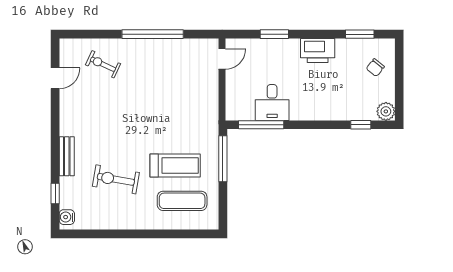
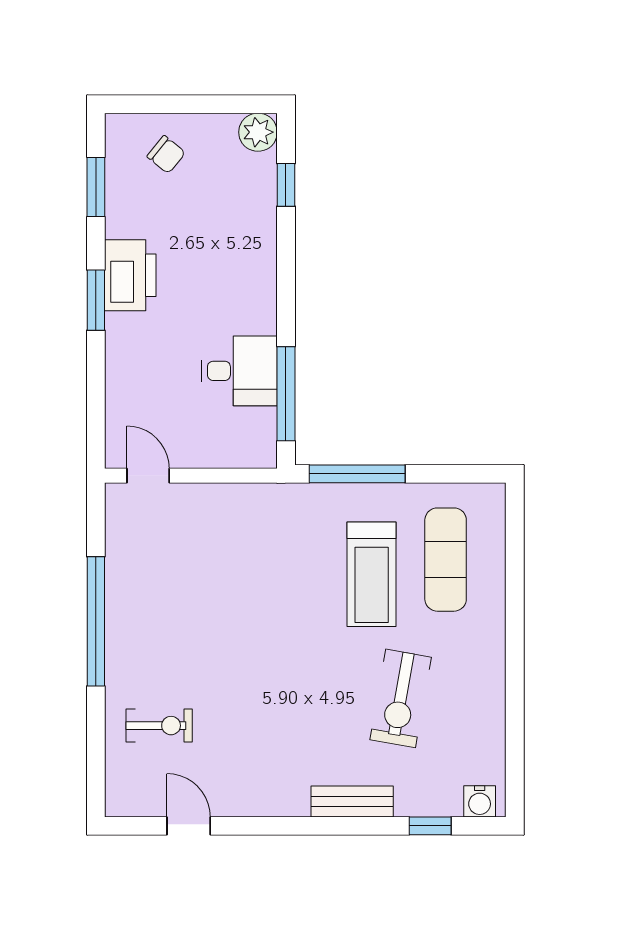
window: (274, 34) -> (96, 300), moved
exercise bike: (103, 64) -> (159, 726), turned -115
treadmill: (175, 166) -> (372, 574), turned 180

